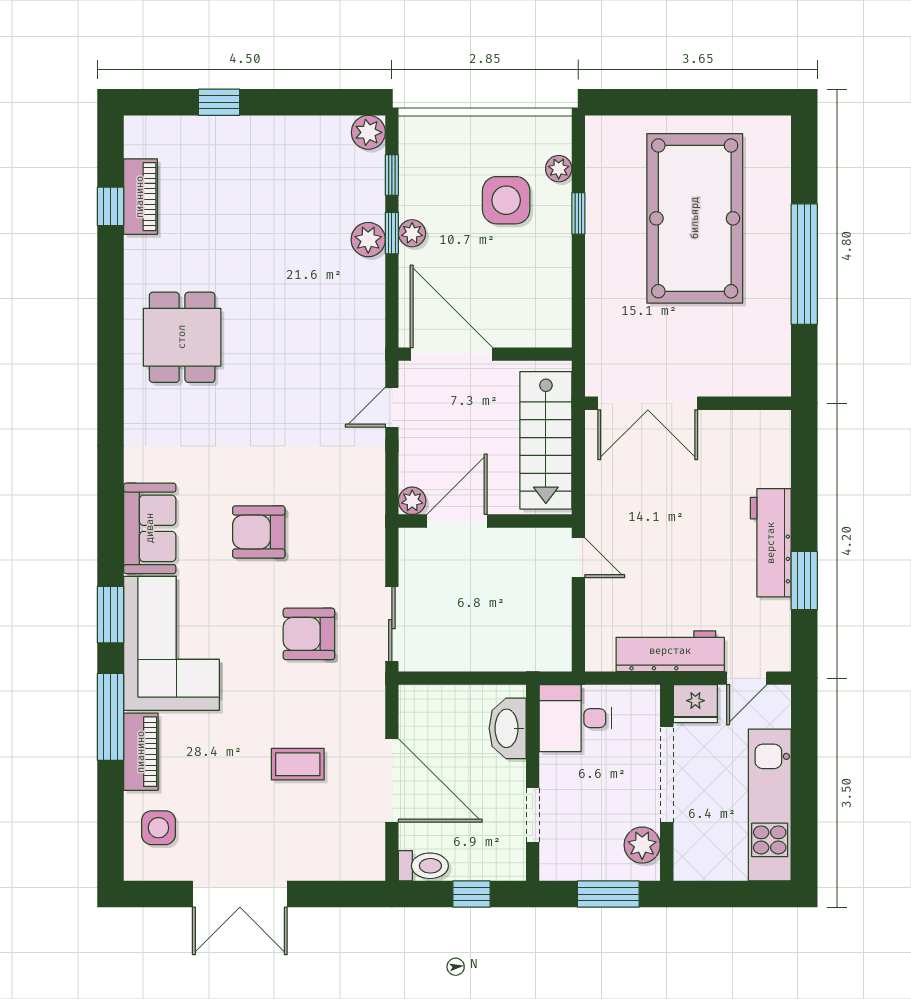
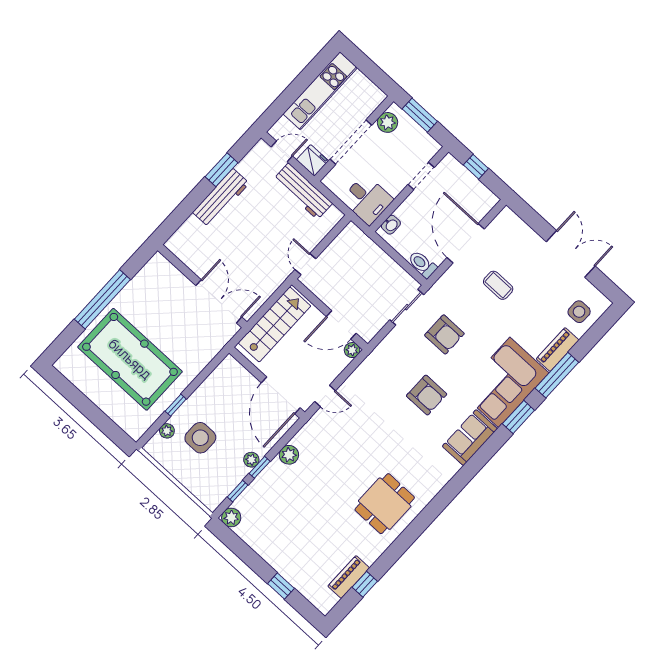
pool table: (695, 218) -> (130, 359), turned 90
plant: (368, 240) -> (289, 455), moved
washbasin: (508, 728) -> (391, 225), width x0.52, depth x0.69
toilet: (423, 866) -> (422, 264), moved

